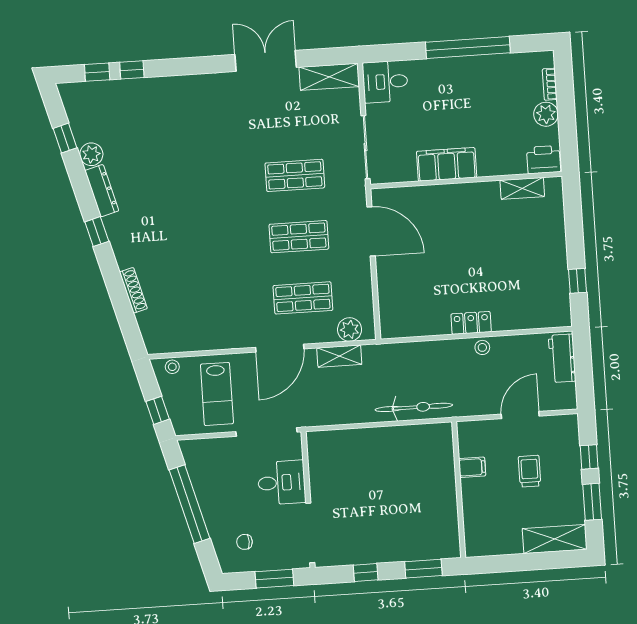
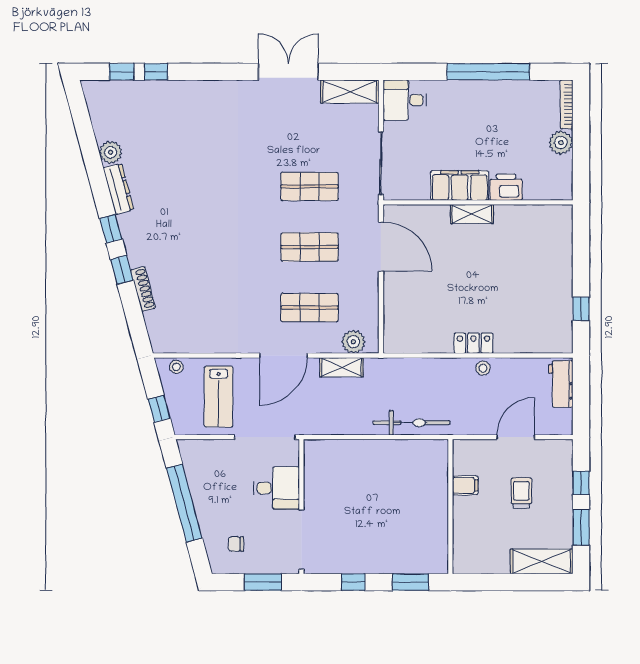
bookcase: (550, 84) -> (567, 104), width x1.56
window: (65, 138) -> (122, 270), moved
printer: (544, 160) -> (506, 187), moved
shelving: (522, 188) -> (472, 214), moved

